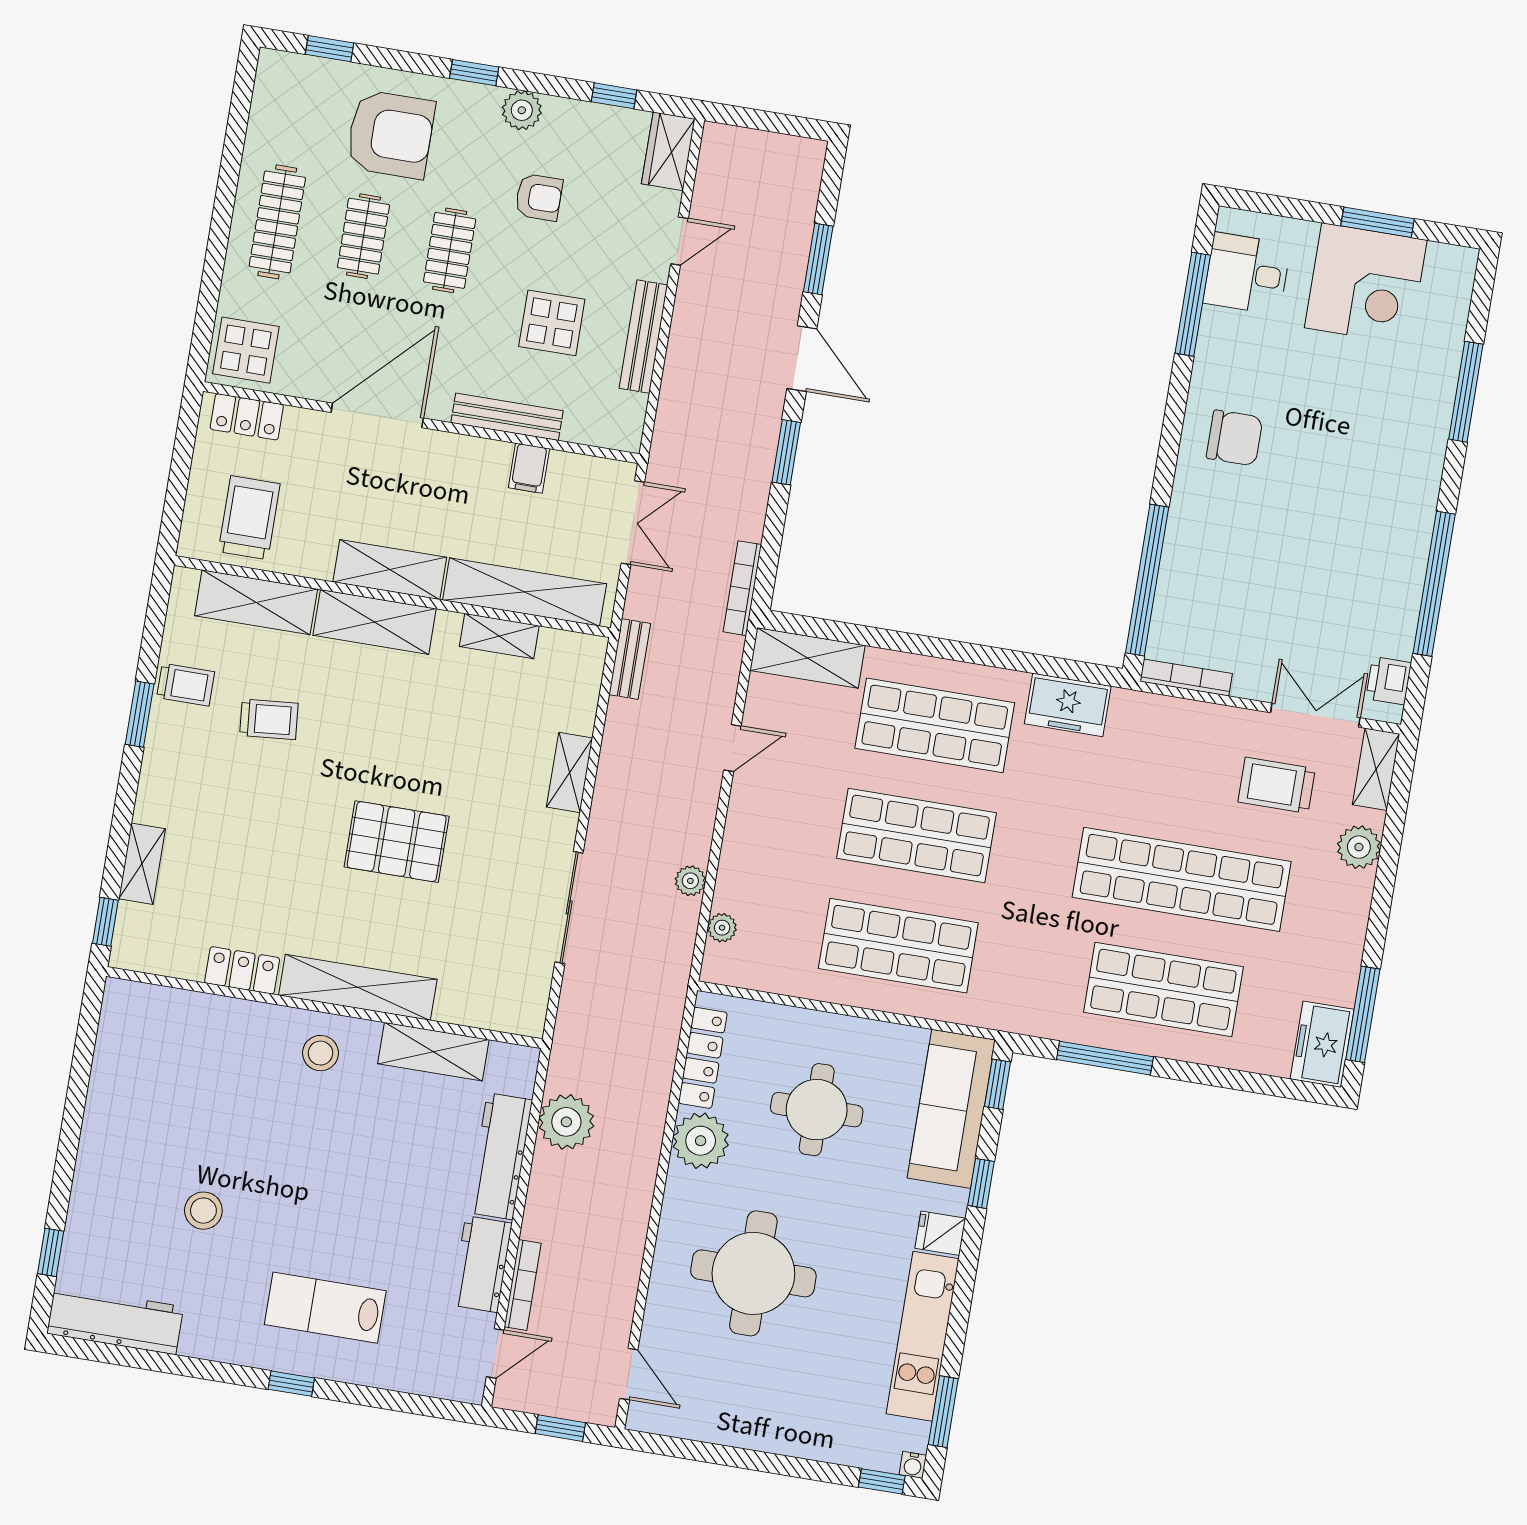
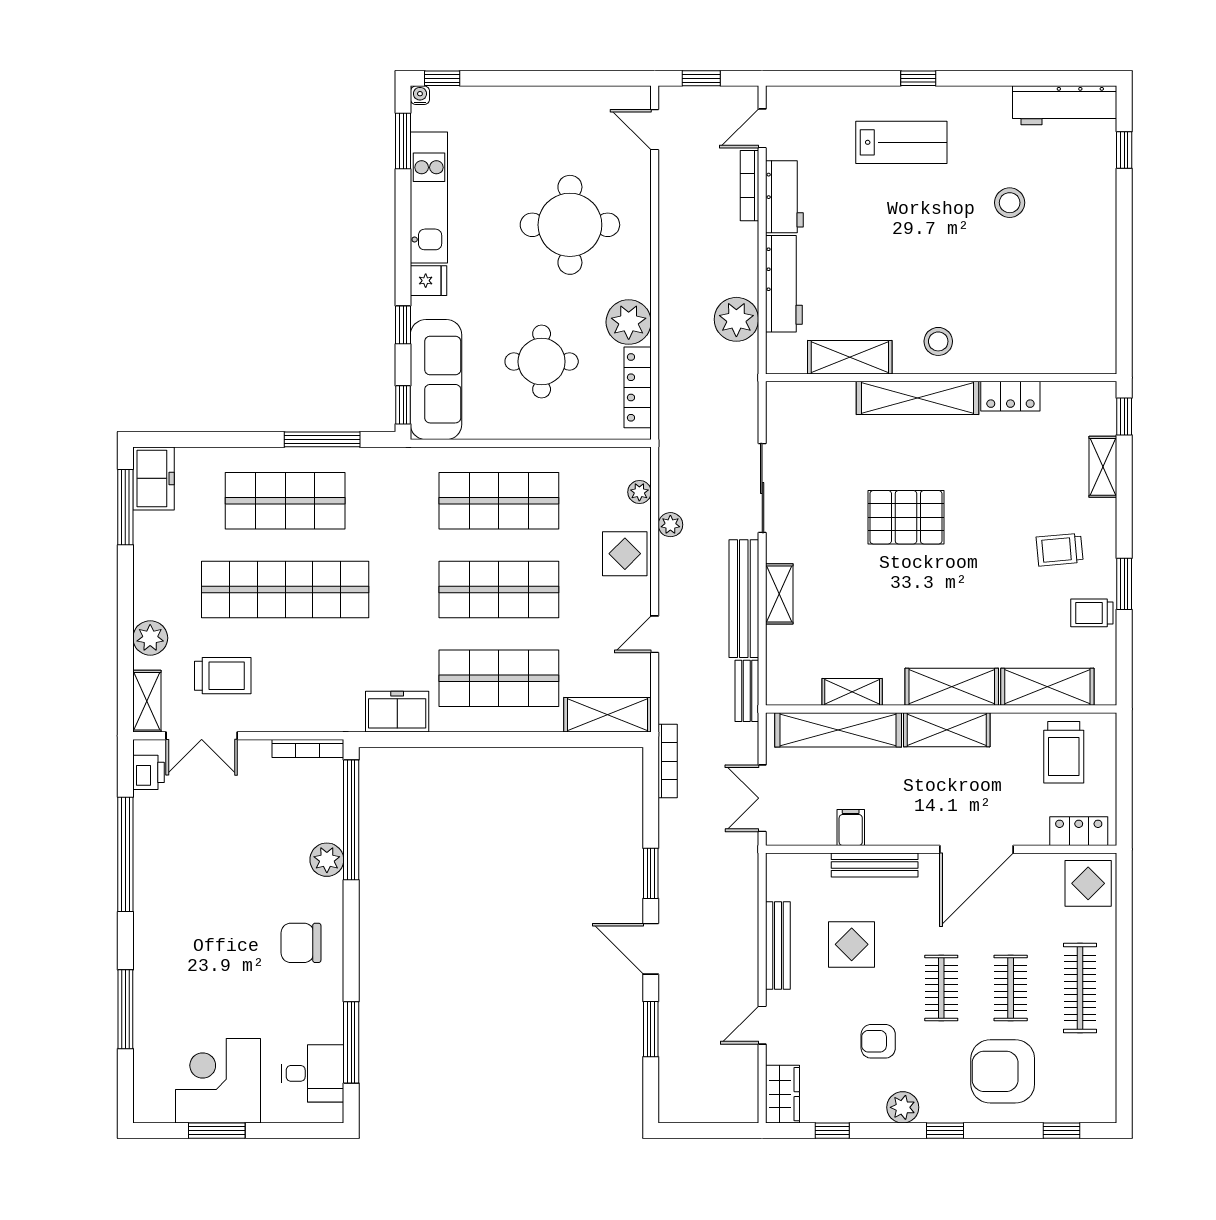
plant: (1185, 536) -> (327, 860), added
trolley: (269, 719) -> (1060, 550), moved
bench: (614, 774) -> (744, 599), added
display table: (753, 854) -> (625, 554), added

